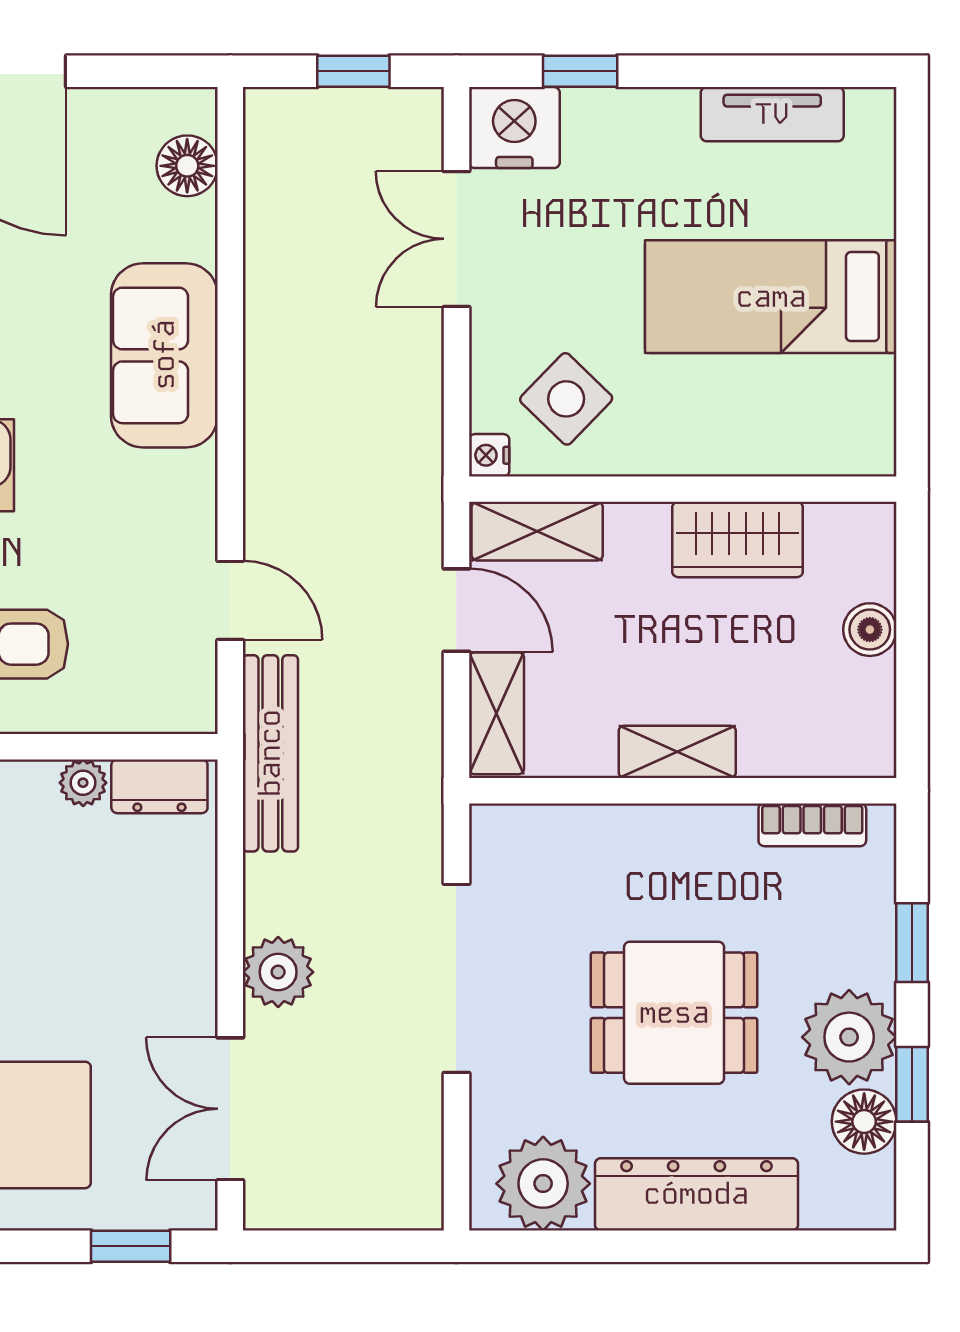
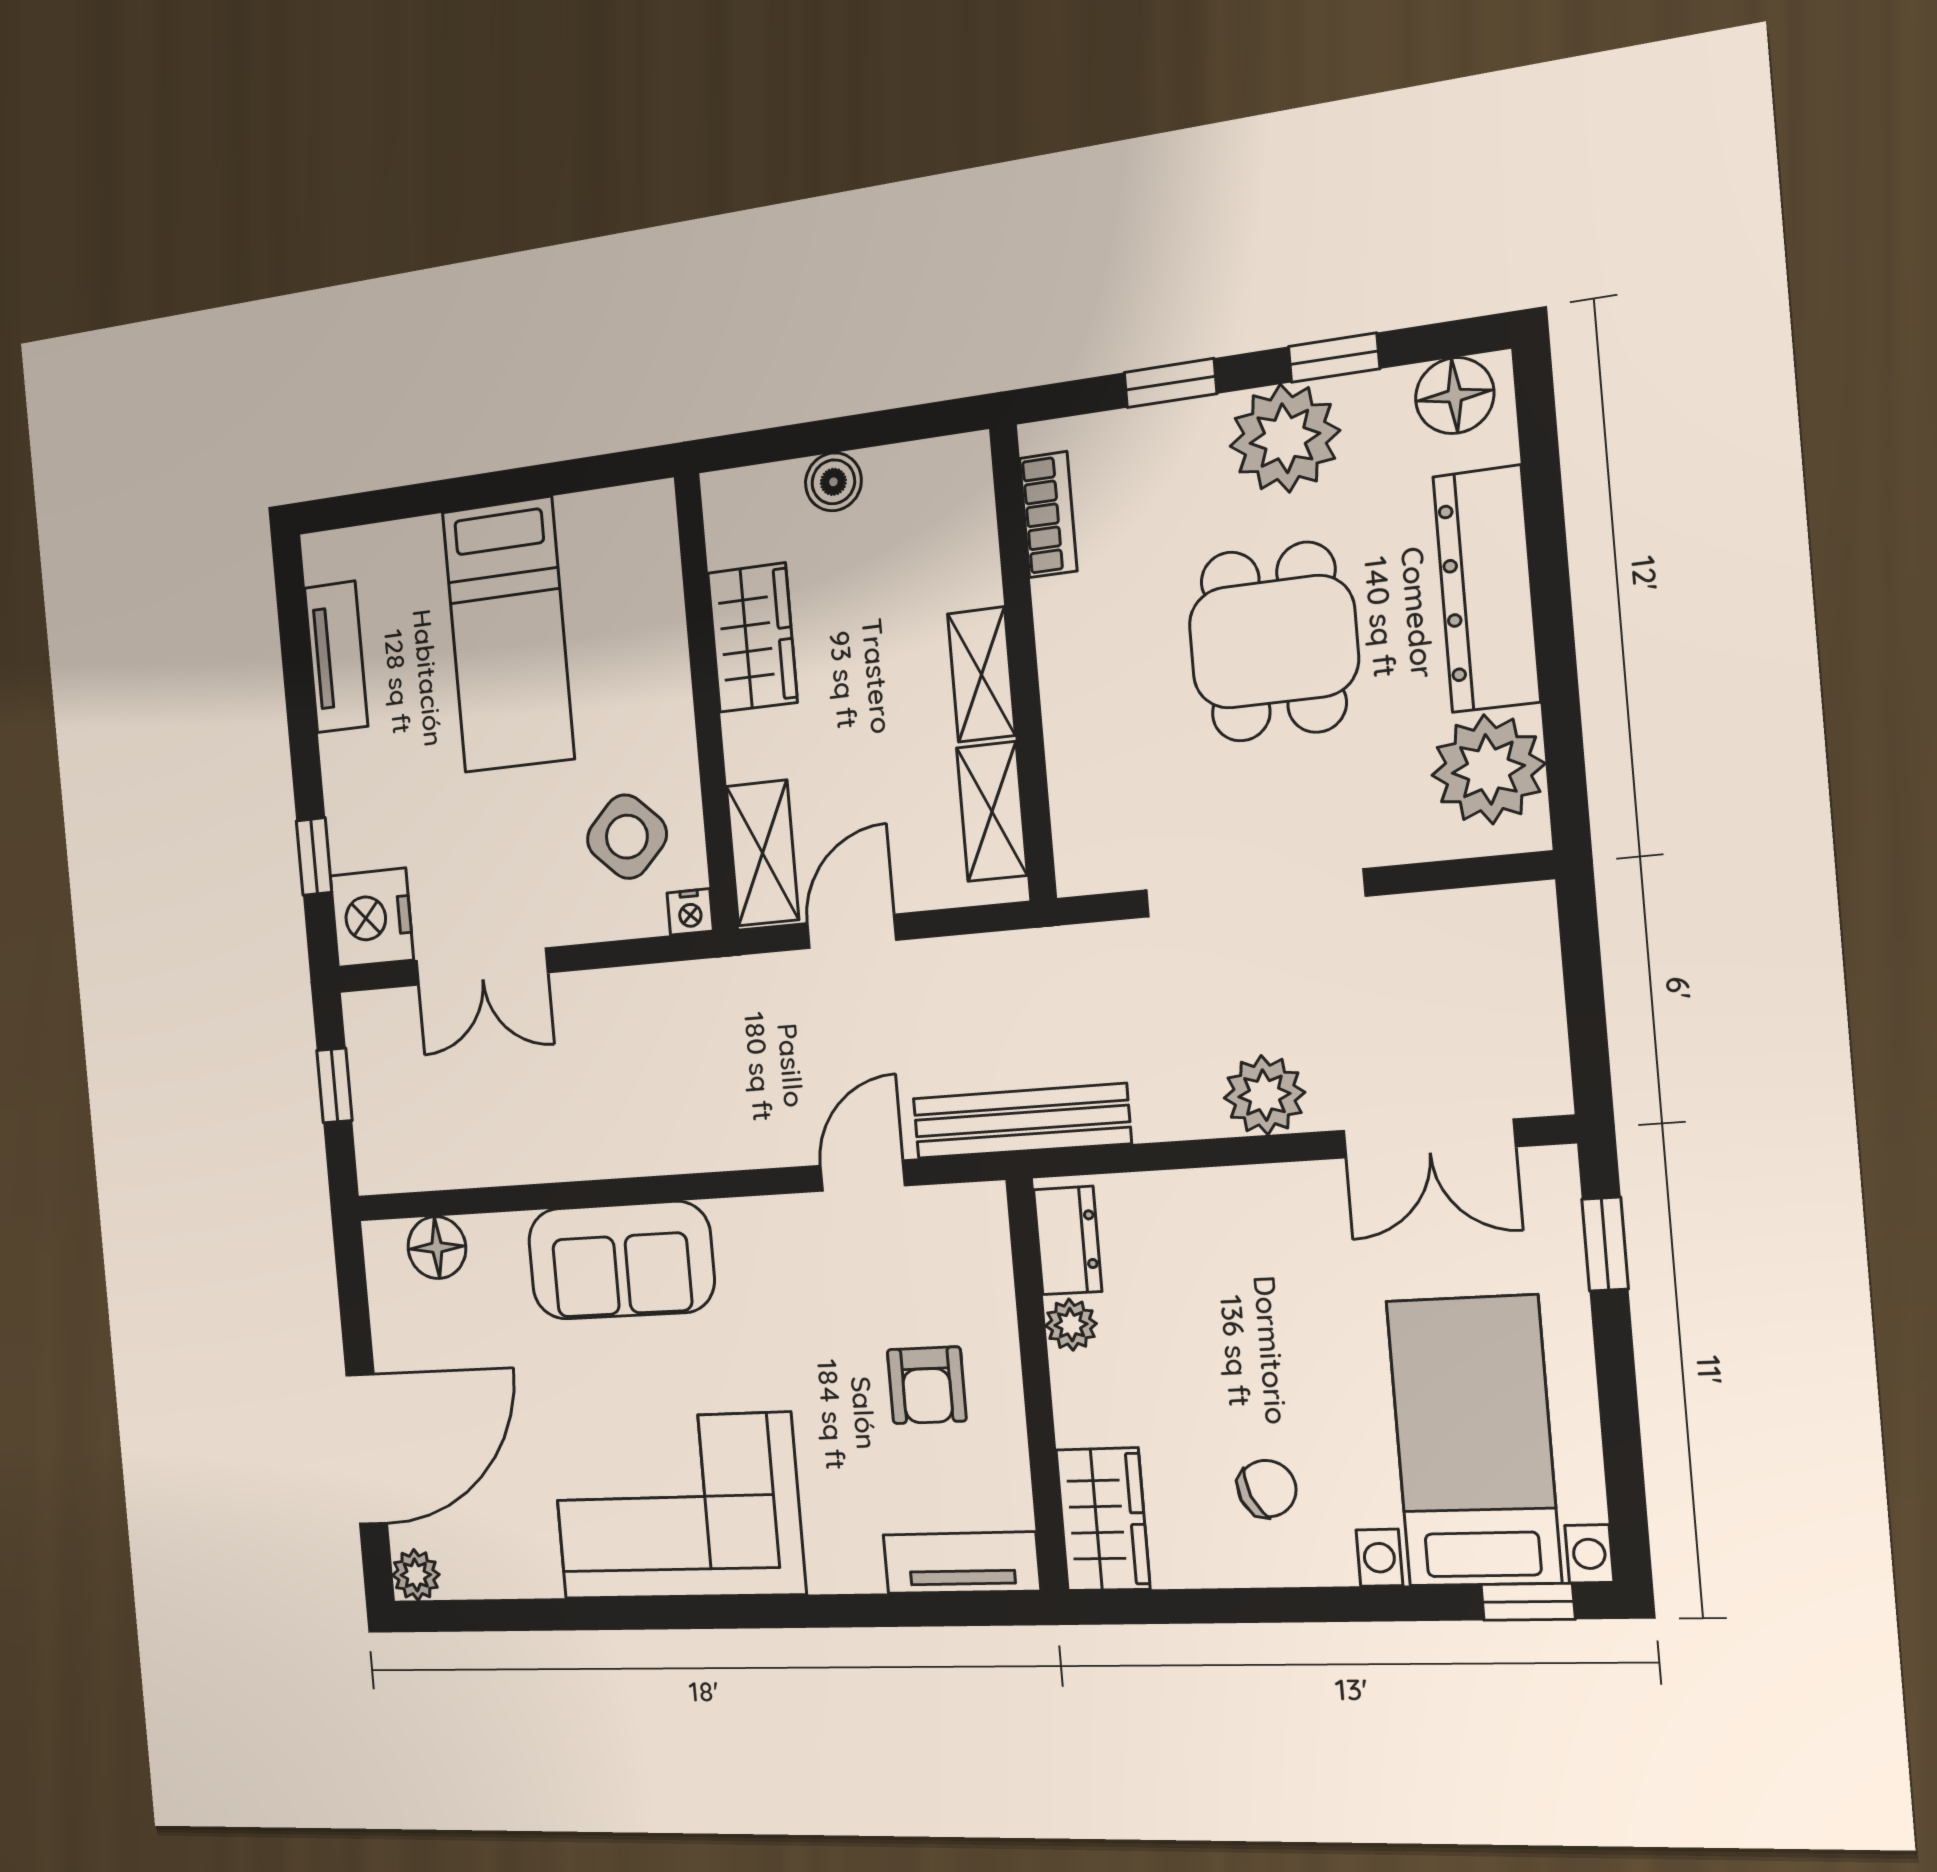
shelving: (497, 713) -> (992, 812), moved, turned 90
floor lamp: (864, 1122) -> (1455, 396), moved

